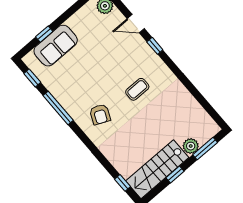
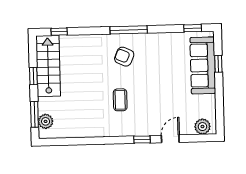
sofa: (56, 46) -> (203, 65), width x1.36
window: (58, 108) -> (129, 30), moved
plant: (191, 146) -> (46, 121), moved

